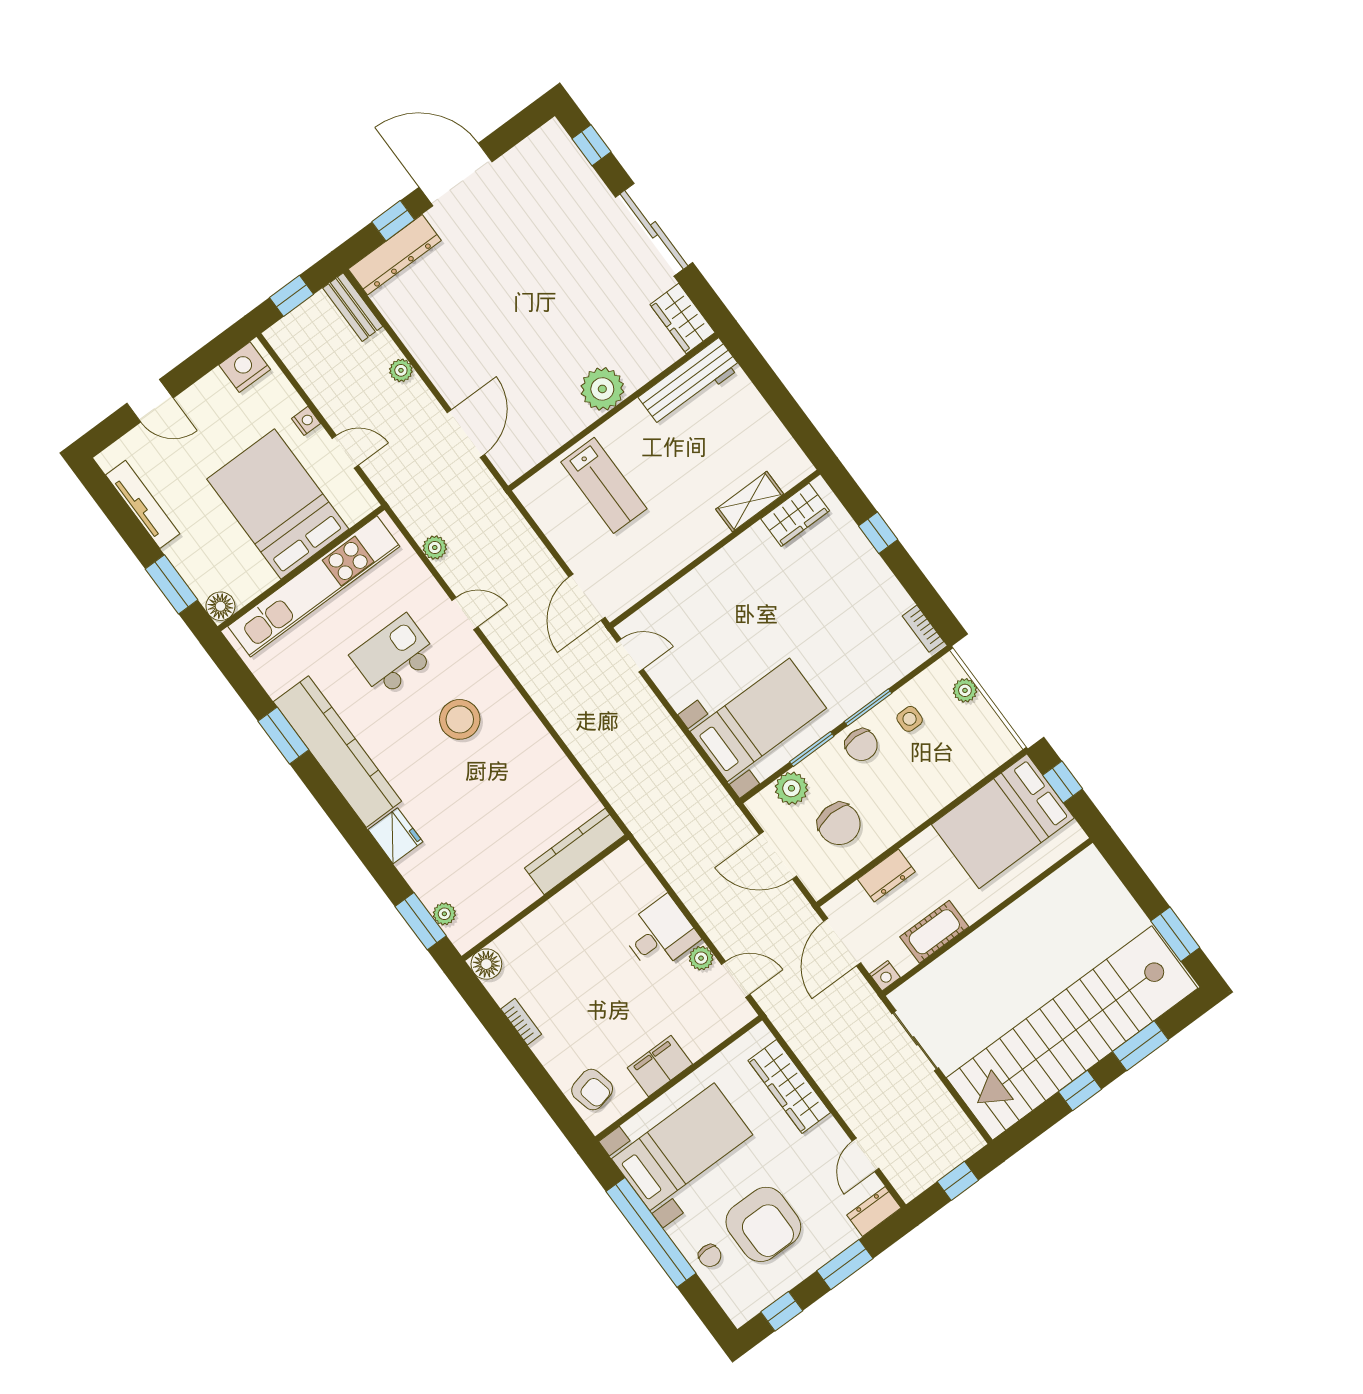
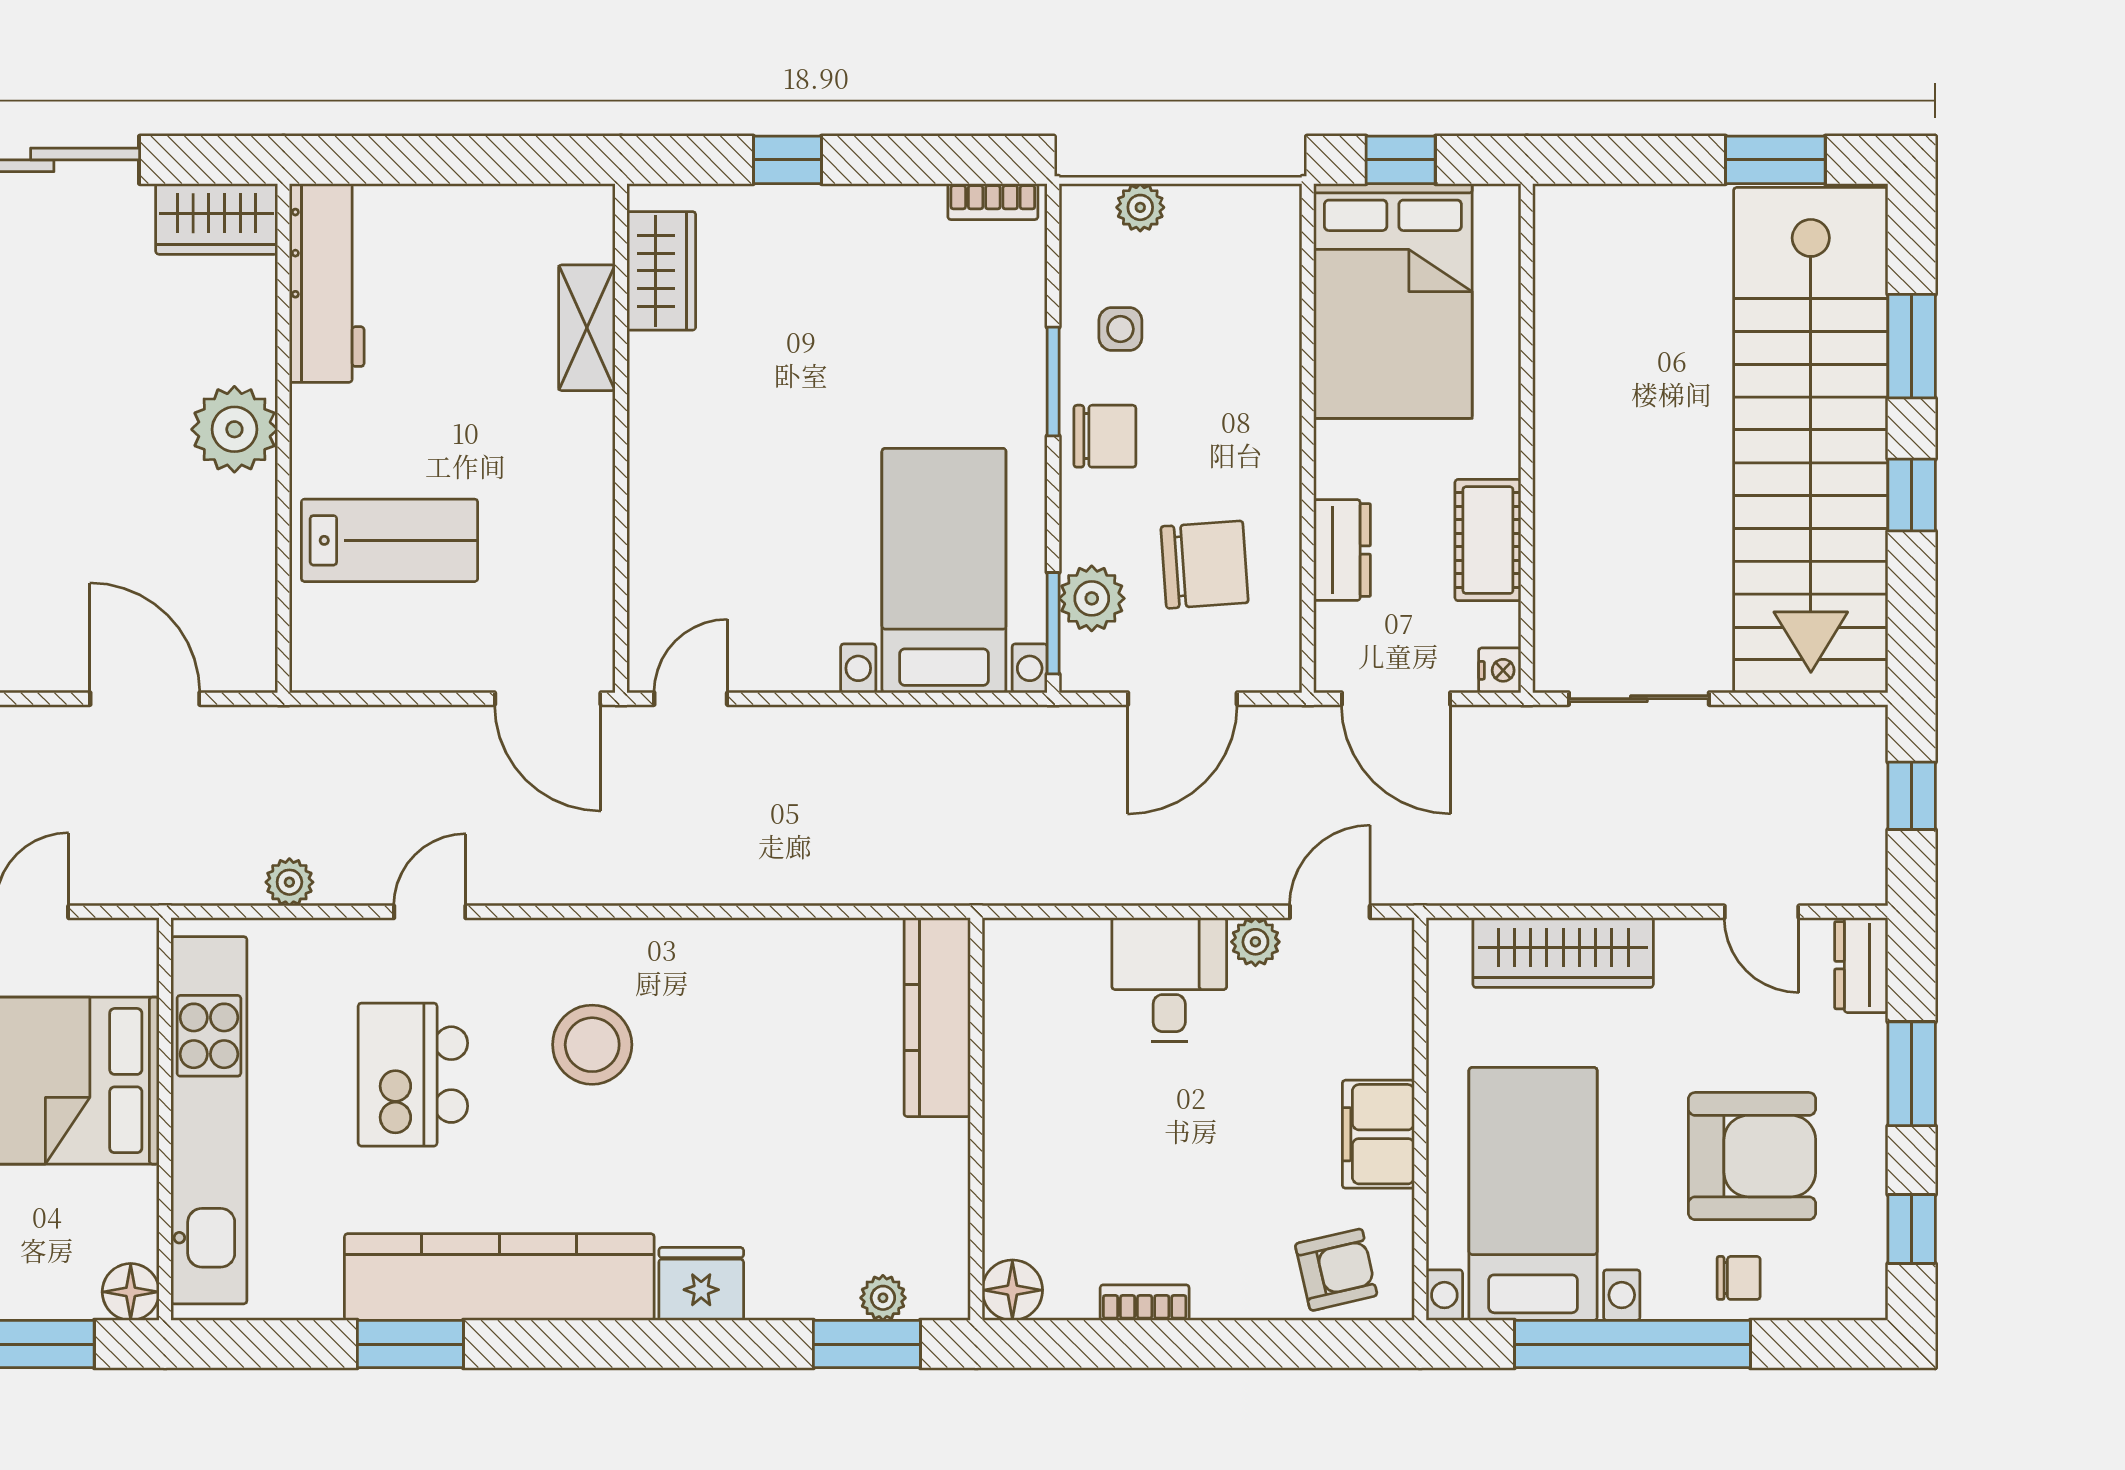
window: (812, 749) -> (1053, 623), moved

